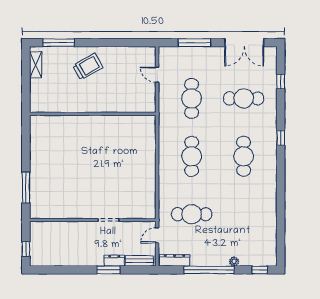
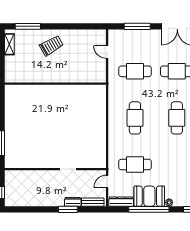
cafe table: (192, 98) -> (135, 71), turned 90
booth: (209, 254) -> (149, 196), added

